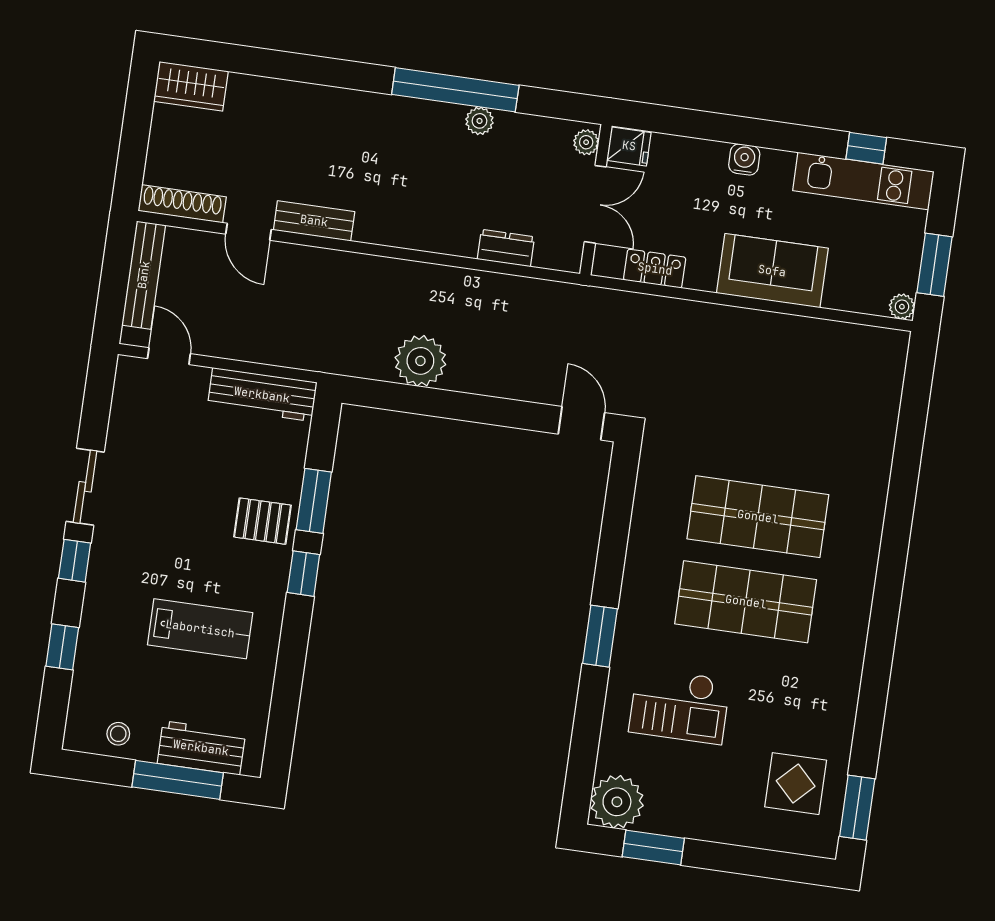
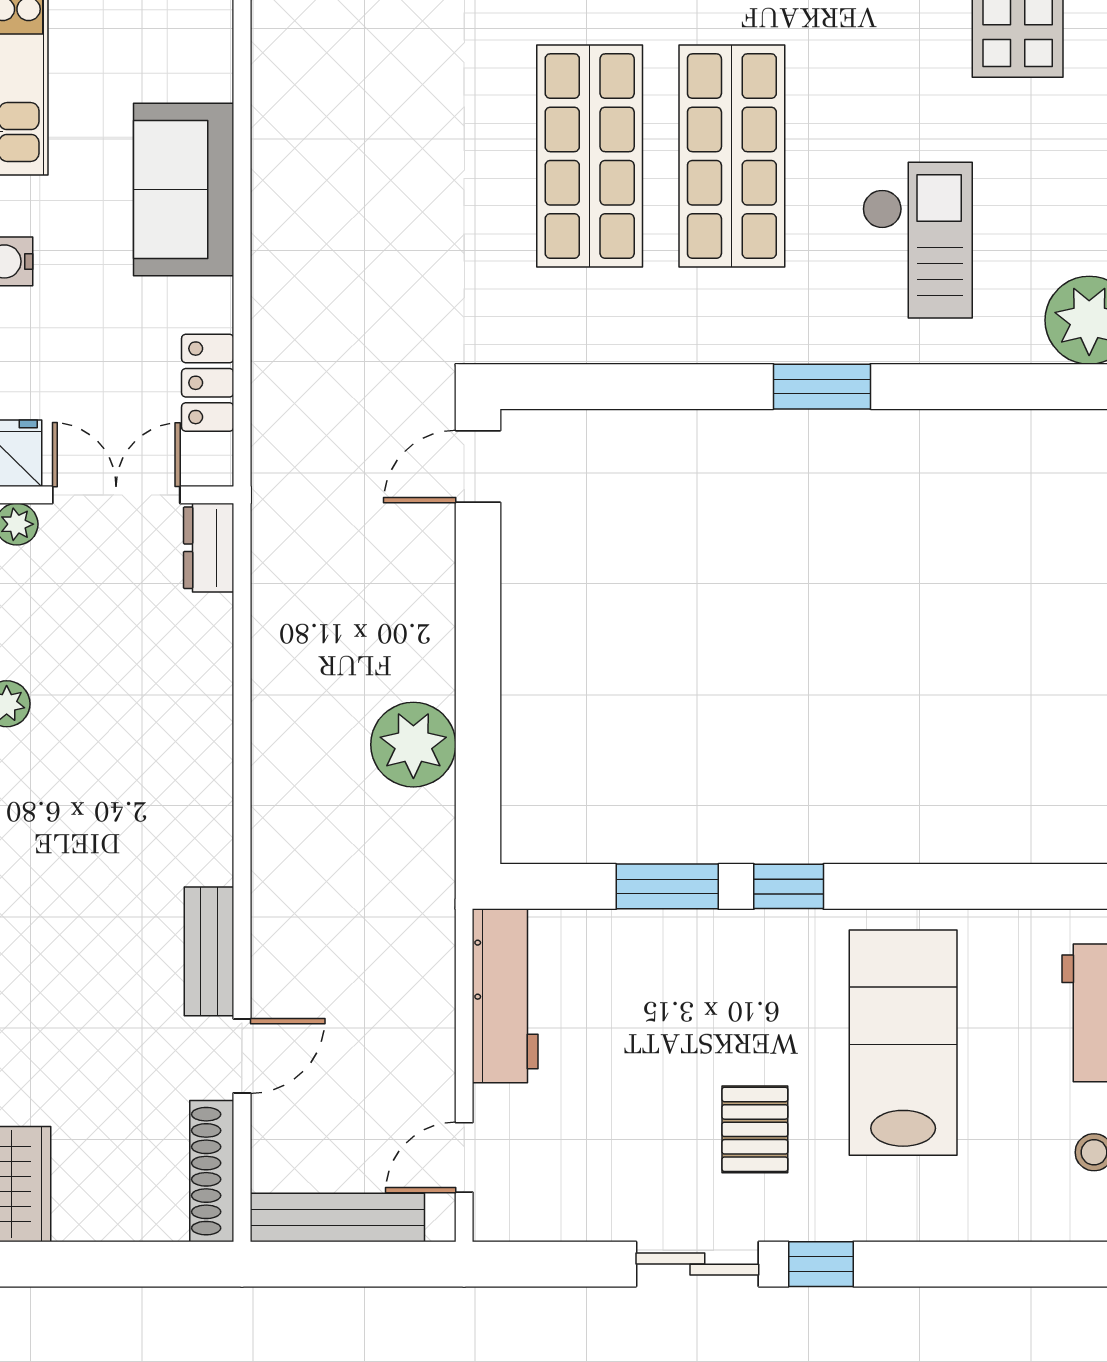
dresser: (506, 248) -> (209, 548), moved
pallet: (263, 521) -> (755, 1129), moved
lab bench: (200, 629) -> (903, 1043), width x1.36, depth x1.39
window: (62, 647) -> (965, 1264), removed

